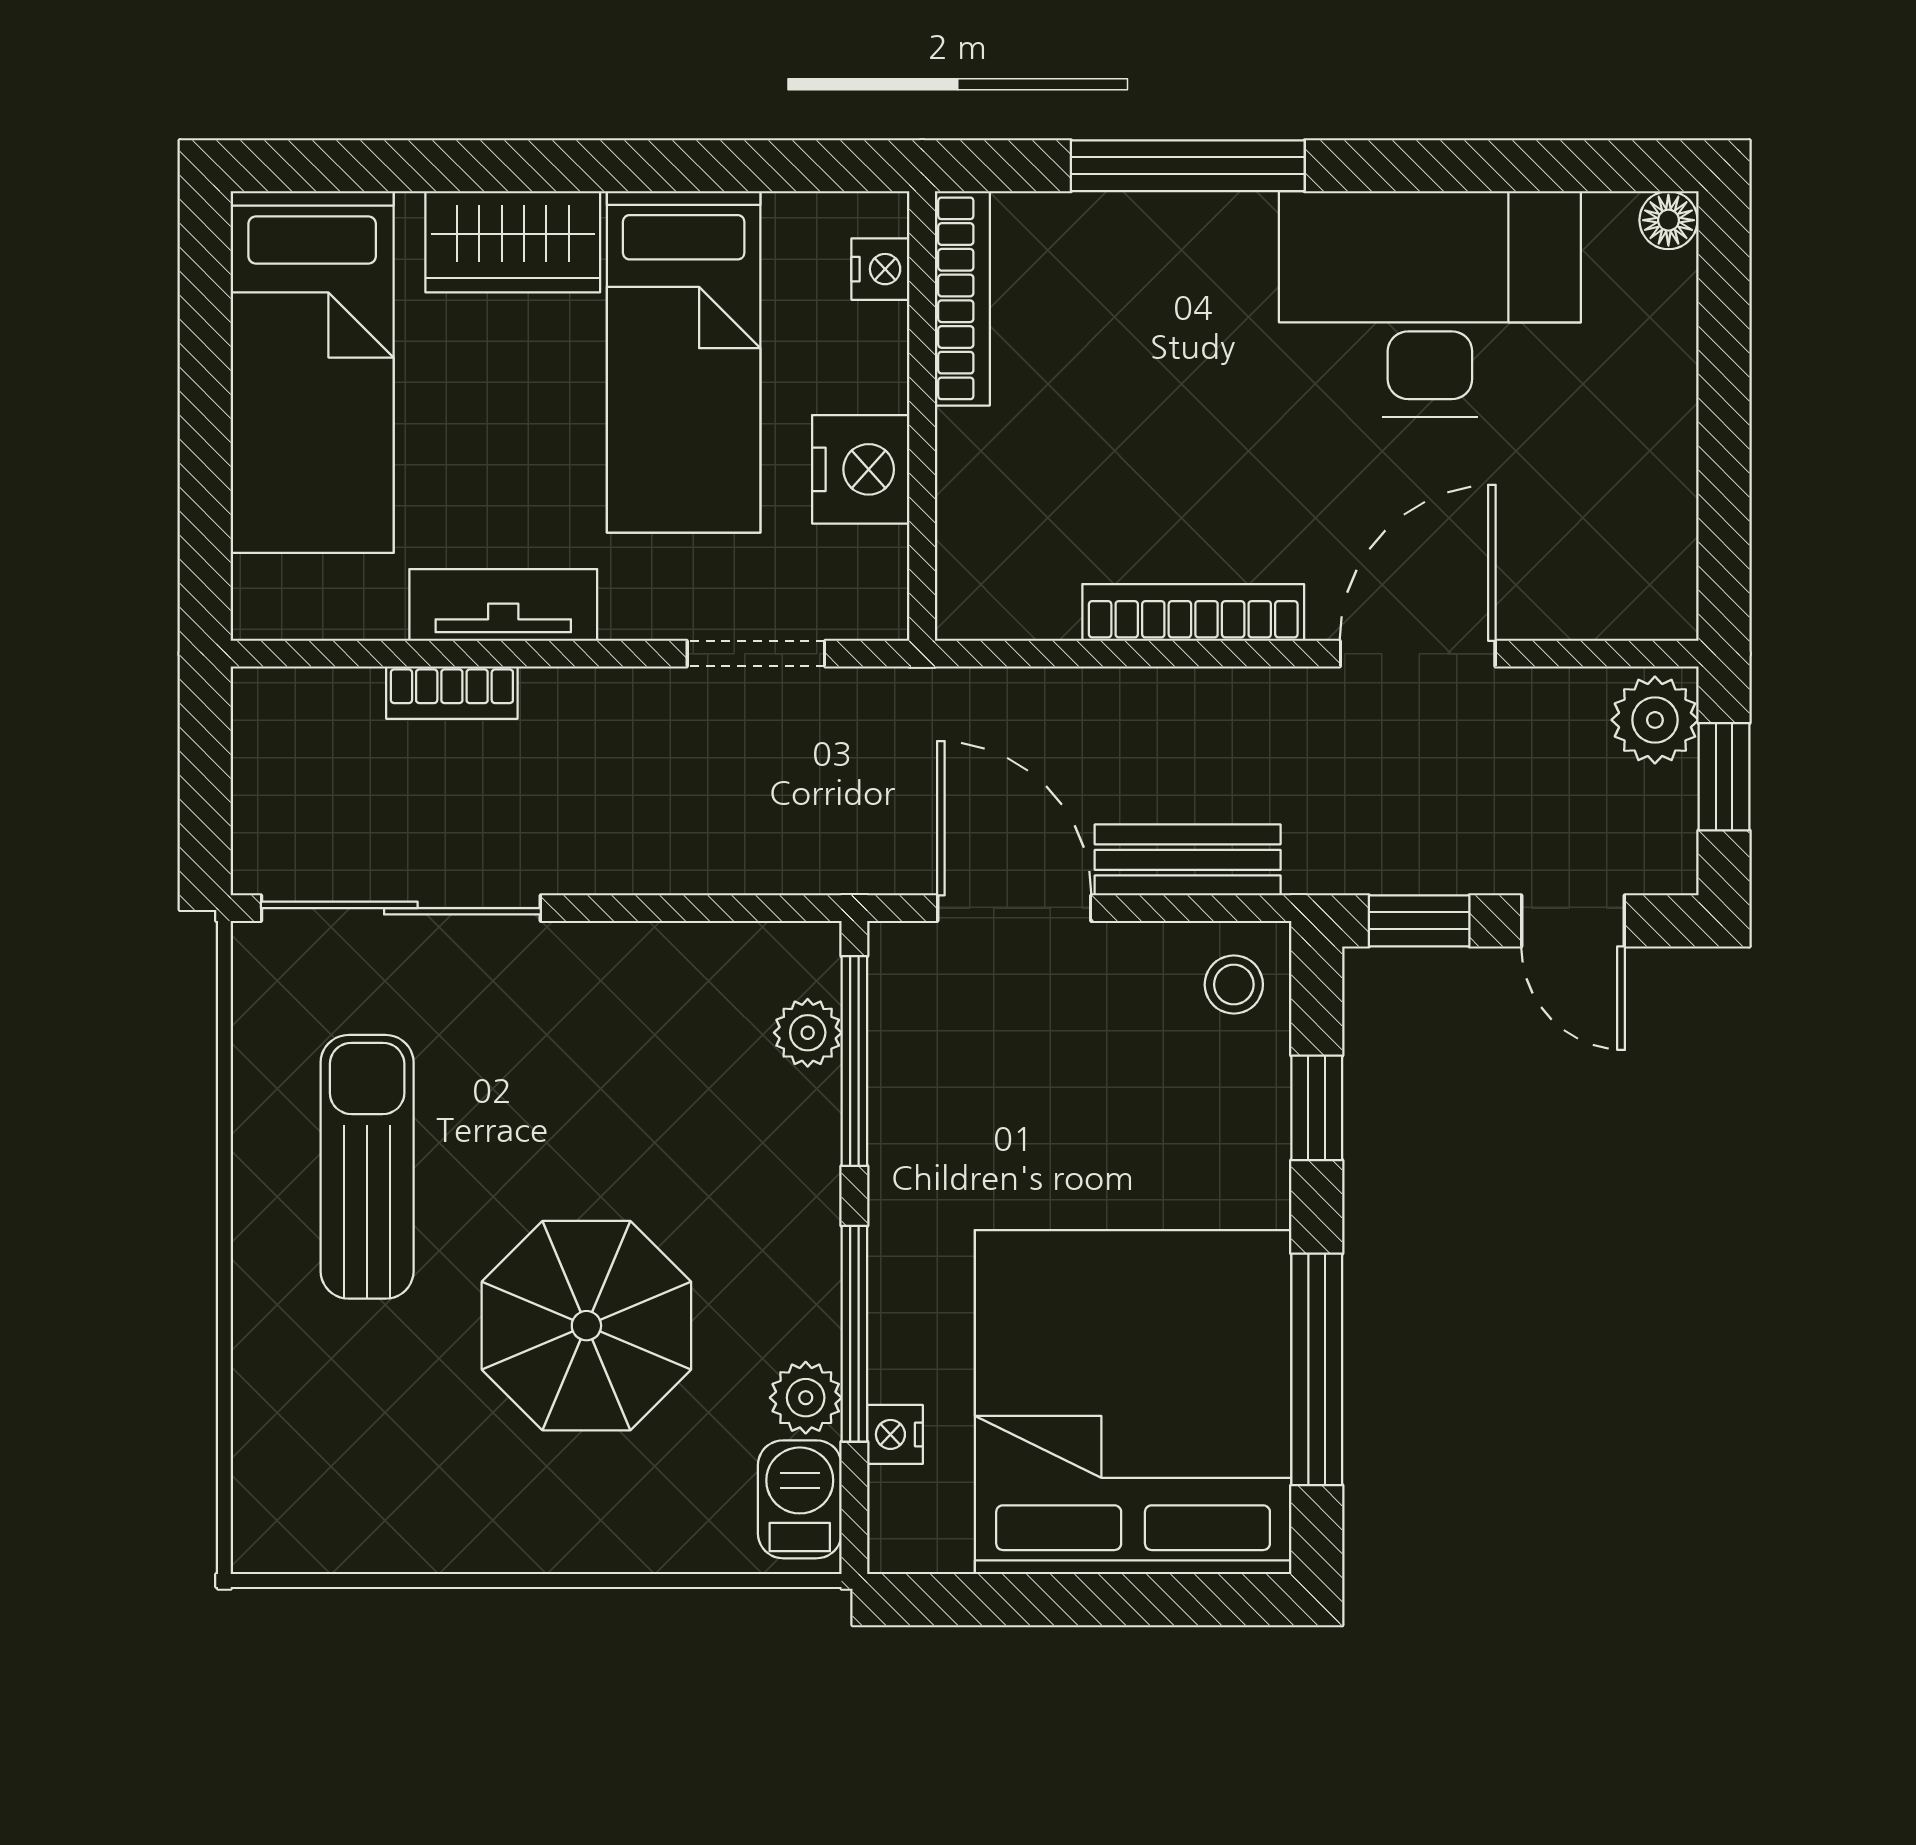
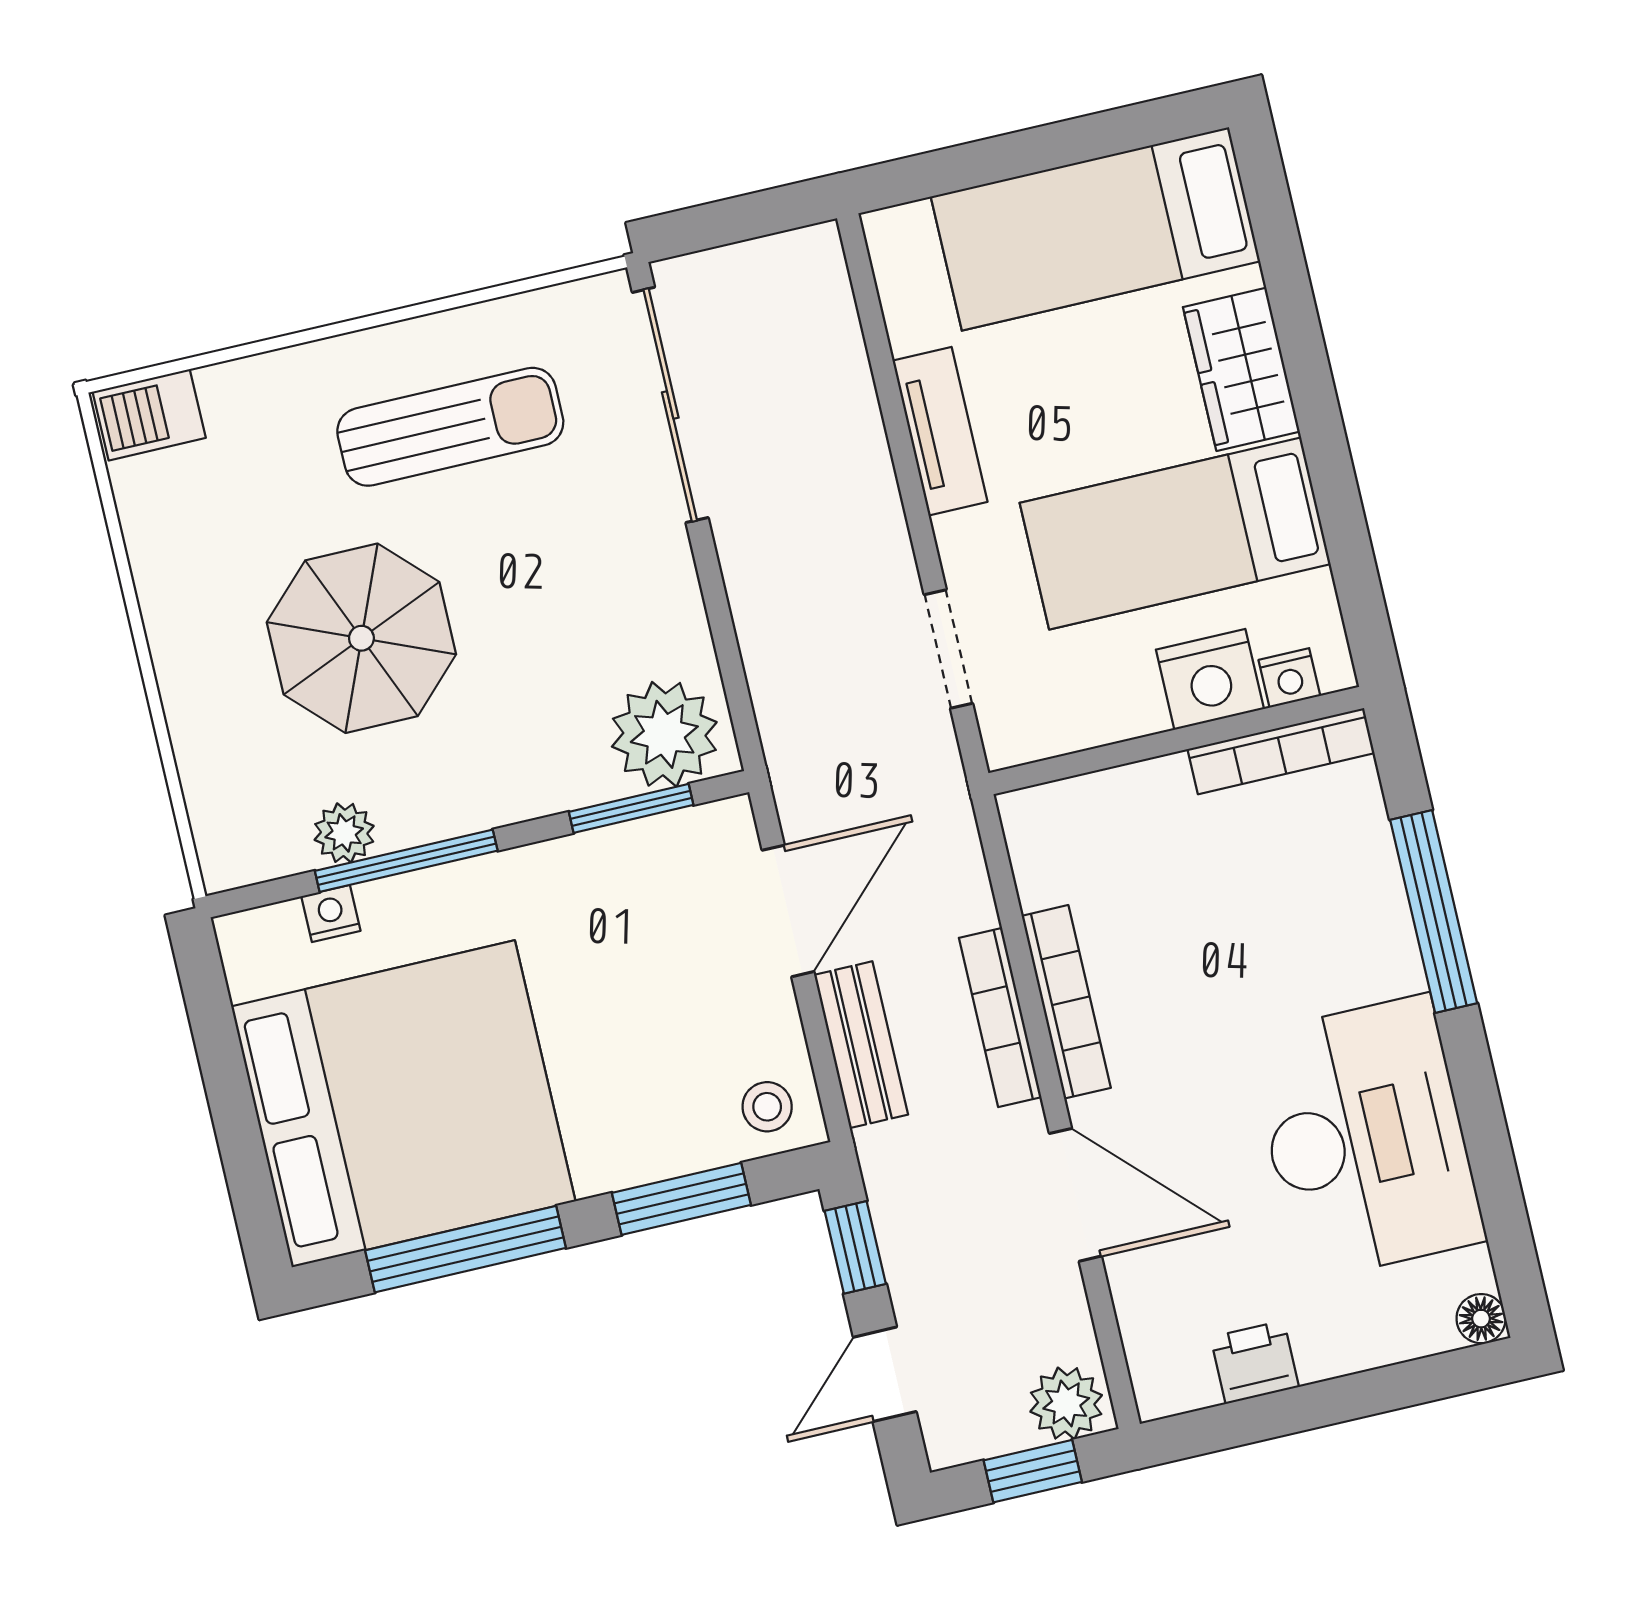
nightstand: (861, 469) -> (1210, 679), moved
printer: (1658, 492) -> (1255, 1362), added
bookcase: (452, 693) -> (1000, 1017), moved, width x1.56
plant: (808, 1033) -> (664, 734), width x1.88, depth x1.88
window: (854, 1061) -> (631, 808), width x0.69
window: (1317, 1108) -> (681, 1199), width x1.50
barbecue: (800, 1499) -> (149, 415), moved, turned 180

